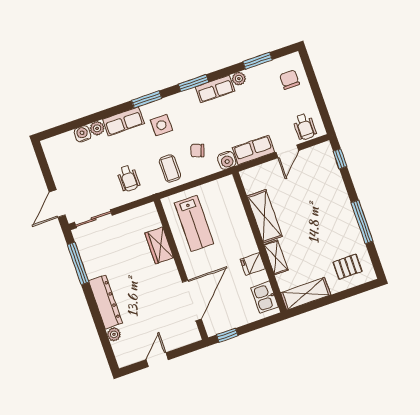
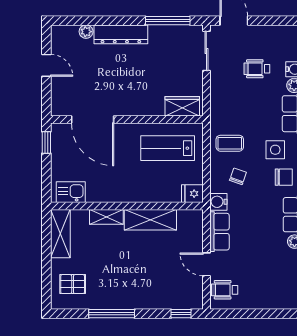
chair: (290, 80) -> (284, 177), moved
wheelchair: (128, 178) -> (257, 69), moved
wardrobe: (159, 245) -> (182, 106), moved
fridge: (253, 264) -> (192, 194), moved, turned -90
pallet: (348, 267) -> (73, 284), turned 90

